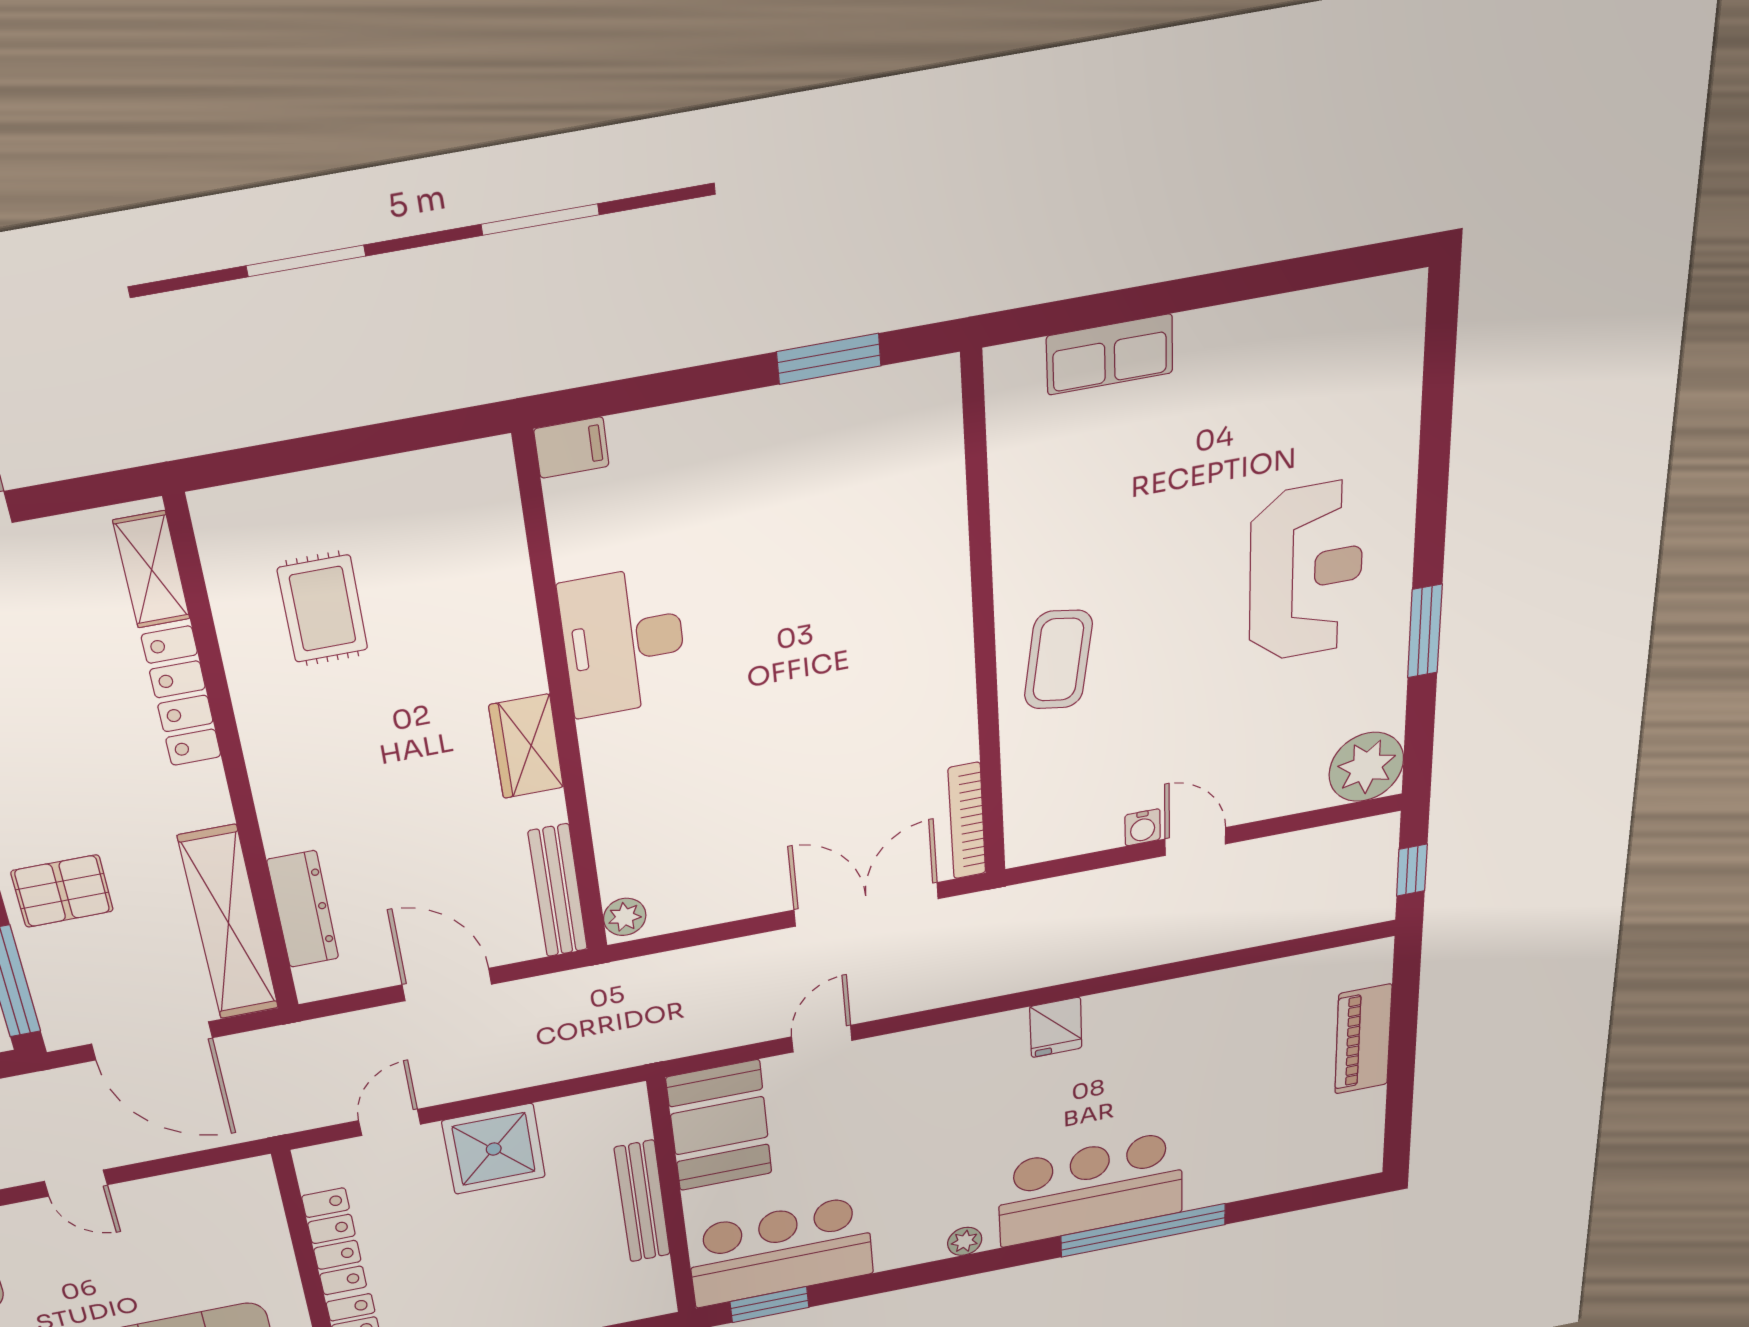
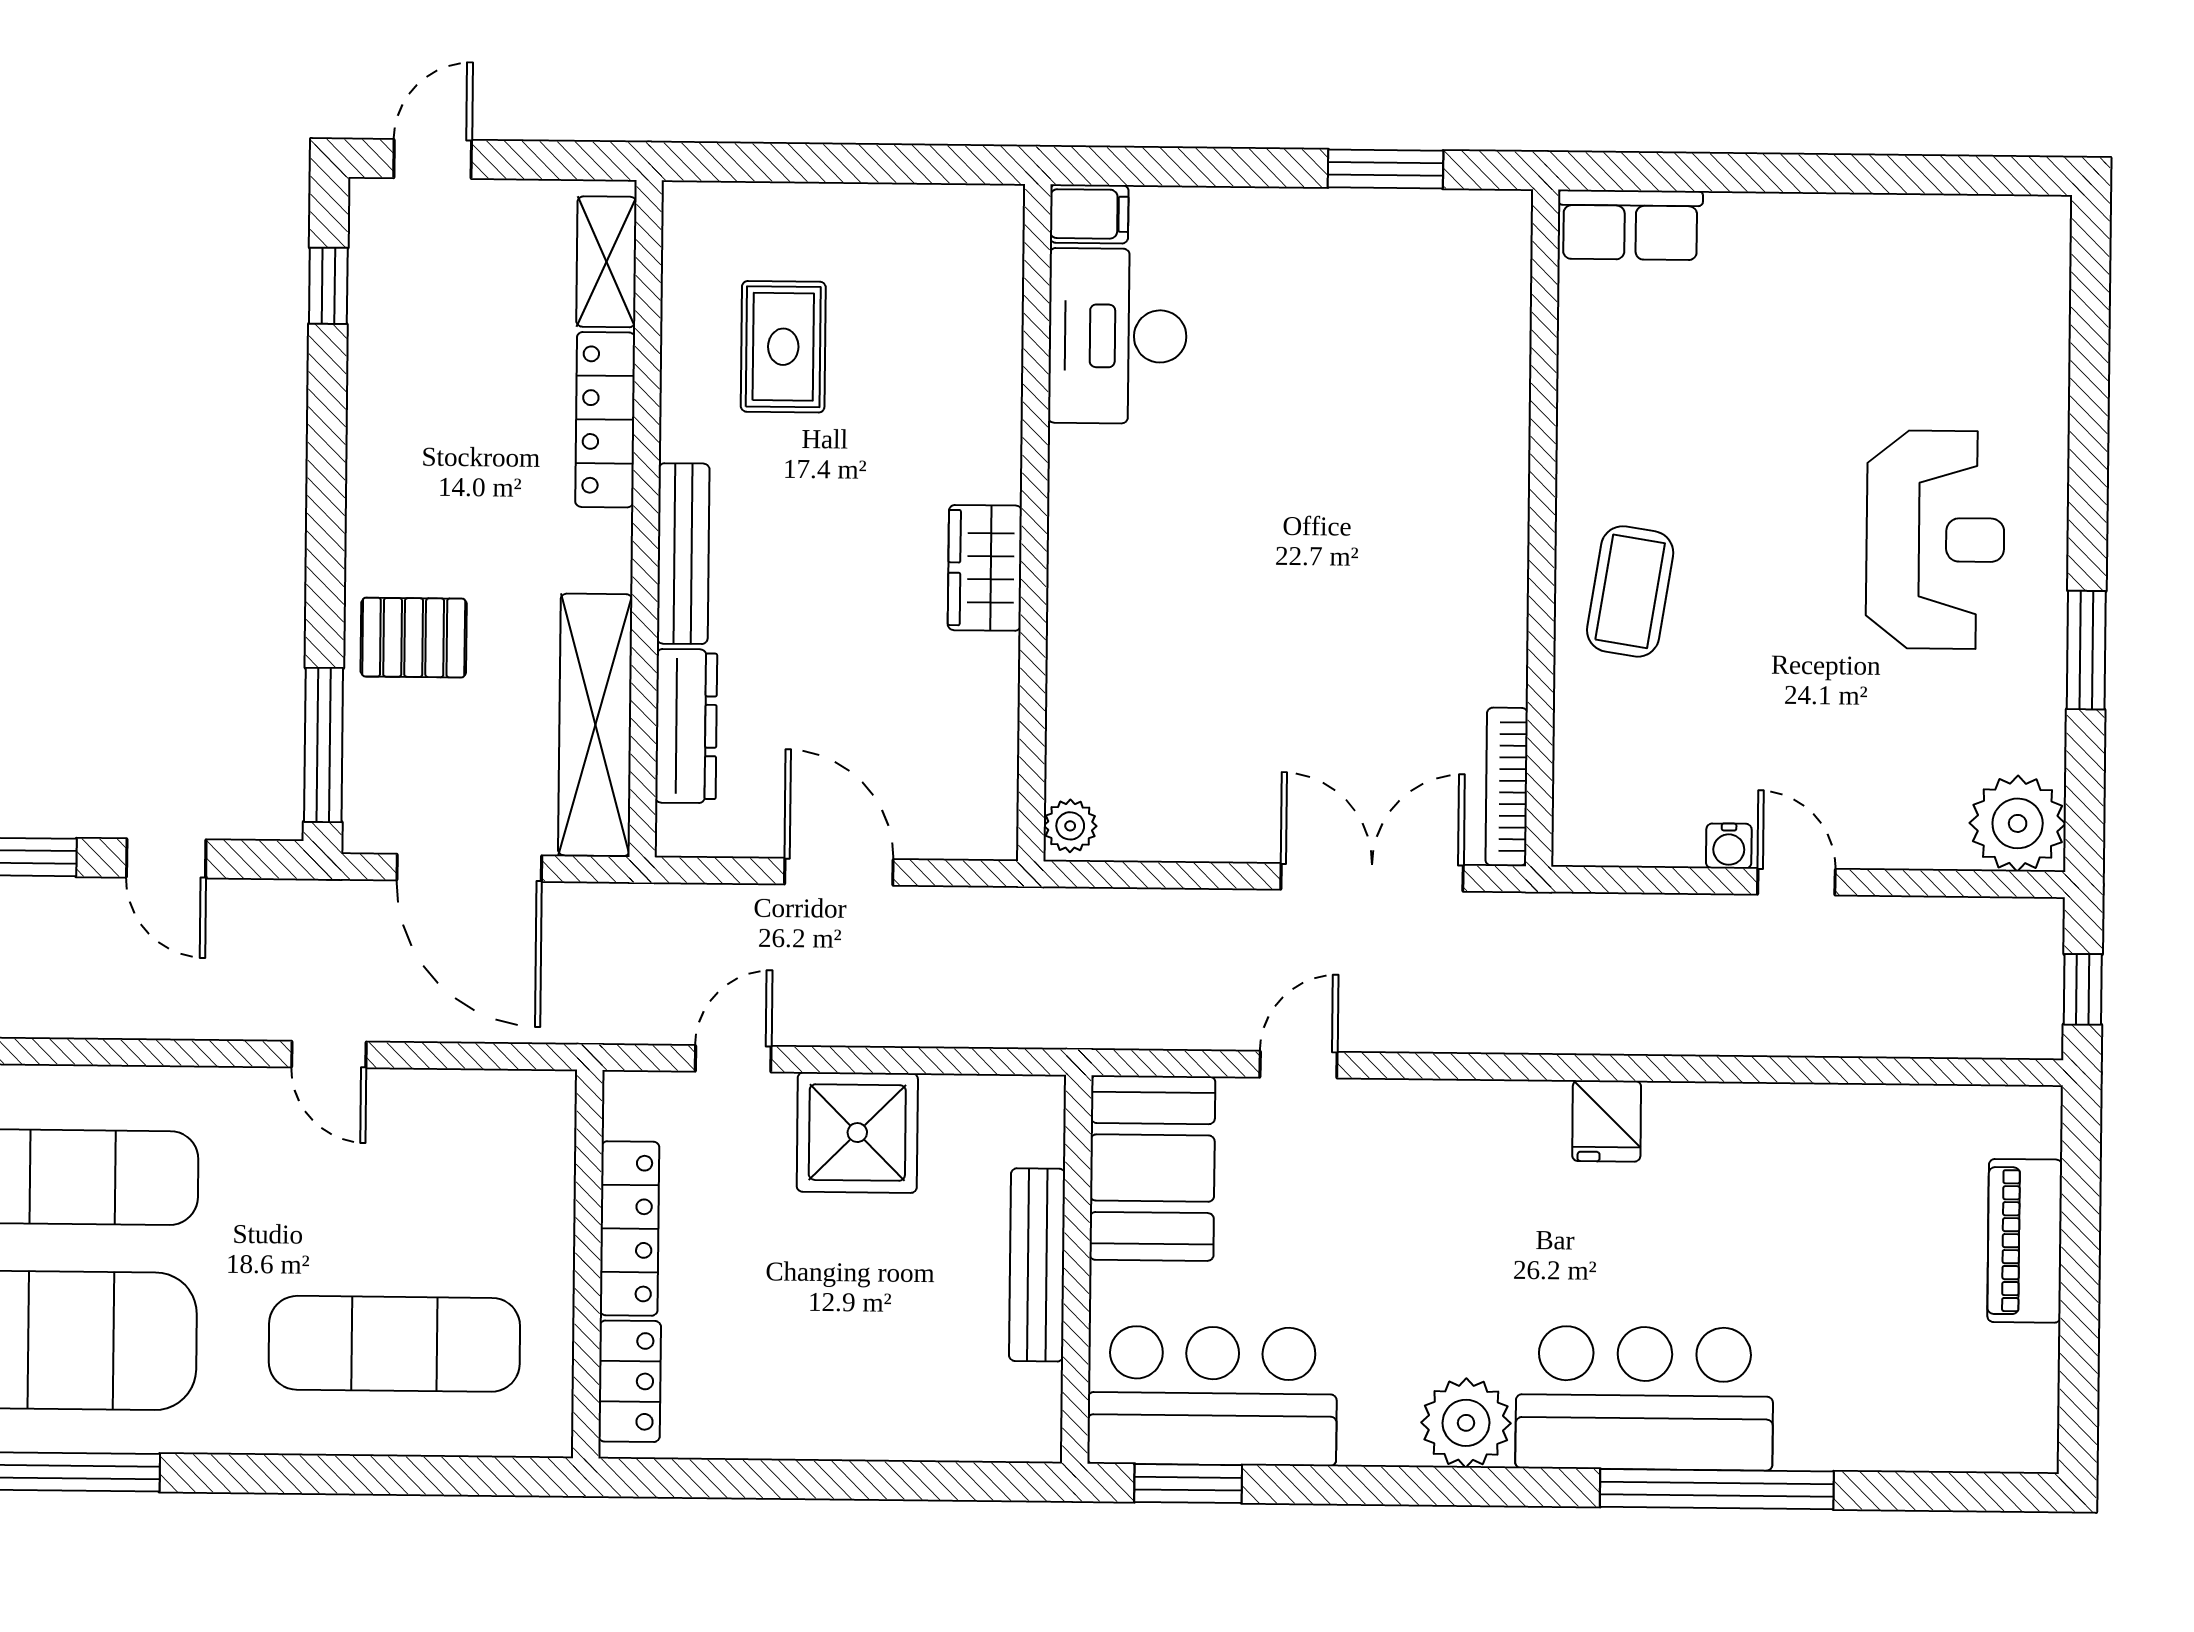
row of seats: (1110, 355) -> (1630, 225), moved
desk: (624, 642) -> (1118, 336), moved
bench: (558, 891) -> (683, 554), moved
plant: (965, 1241) -> (1466, 1423), width x1.87, depth x1.87

